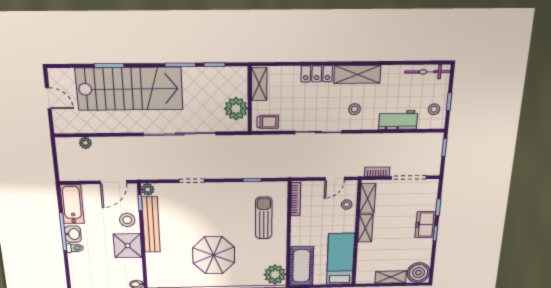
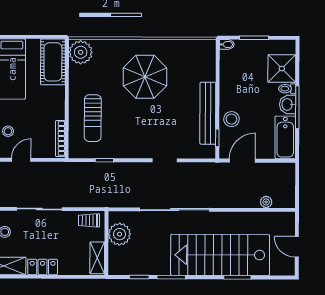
plant: (148, 189) -> (209, 152), removed
shower: (128, 246) -> (282, 69), moved

